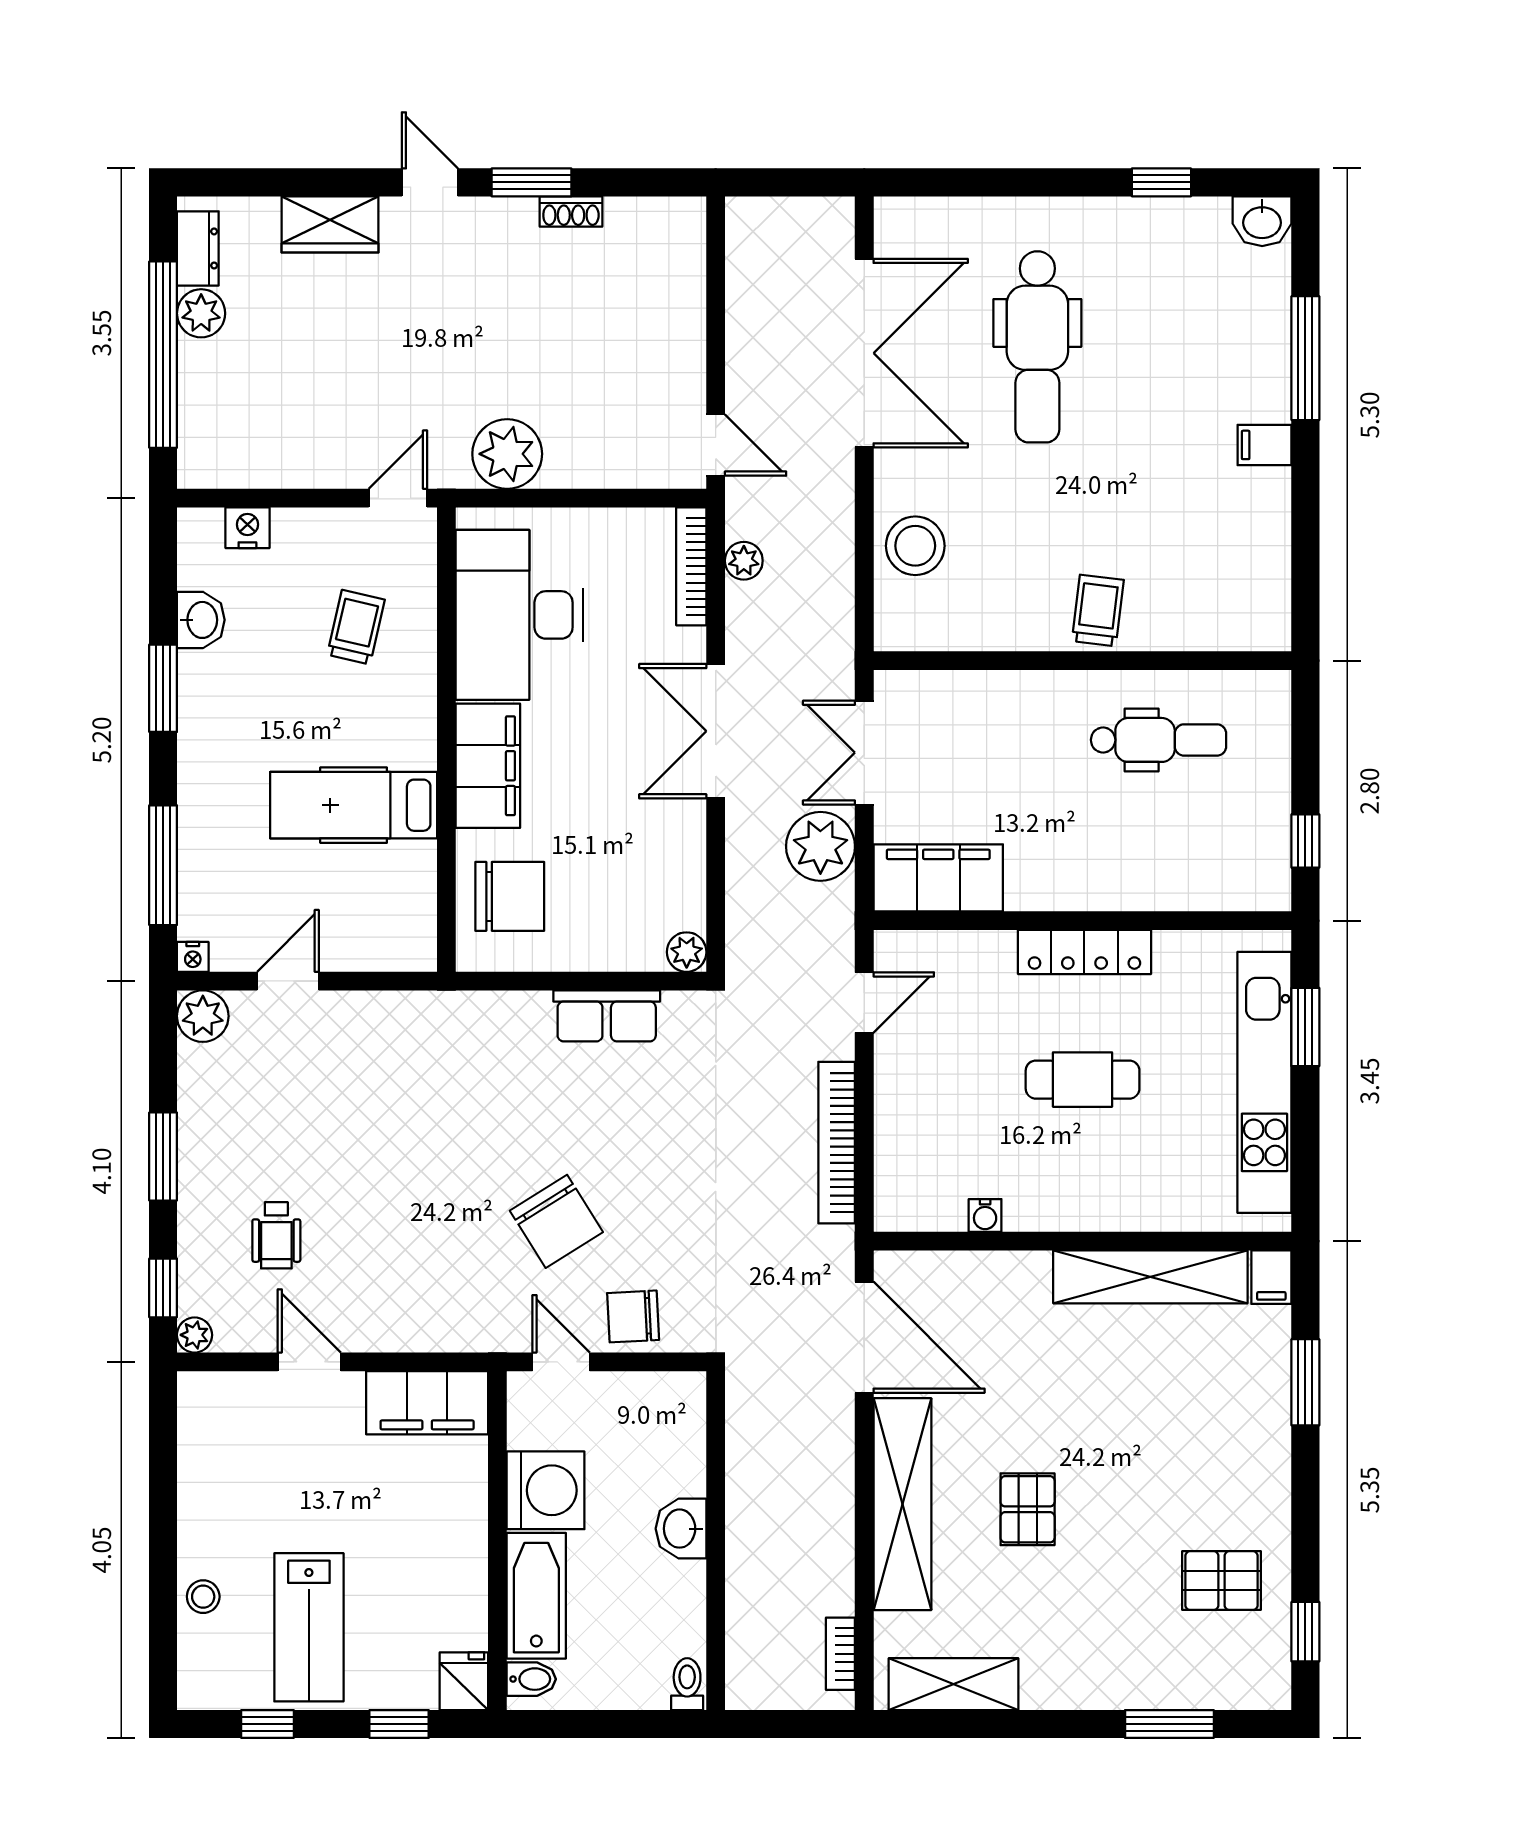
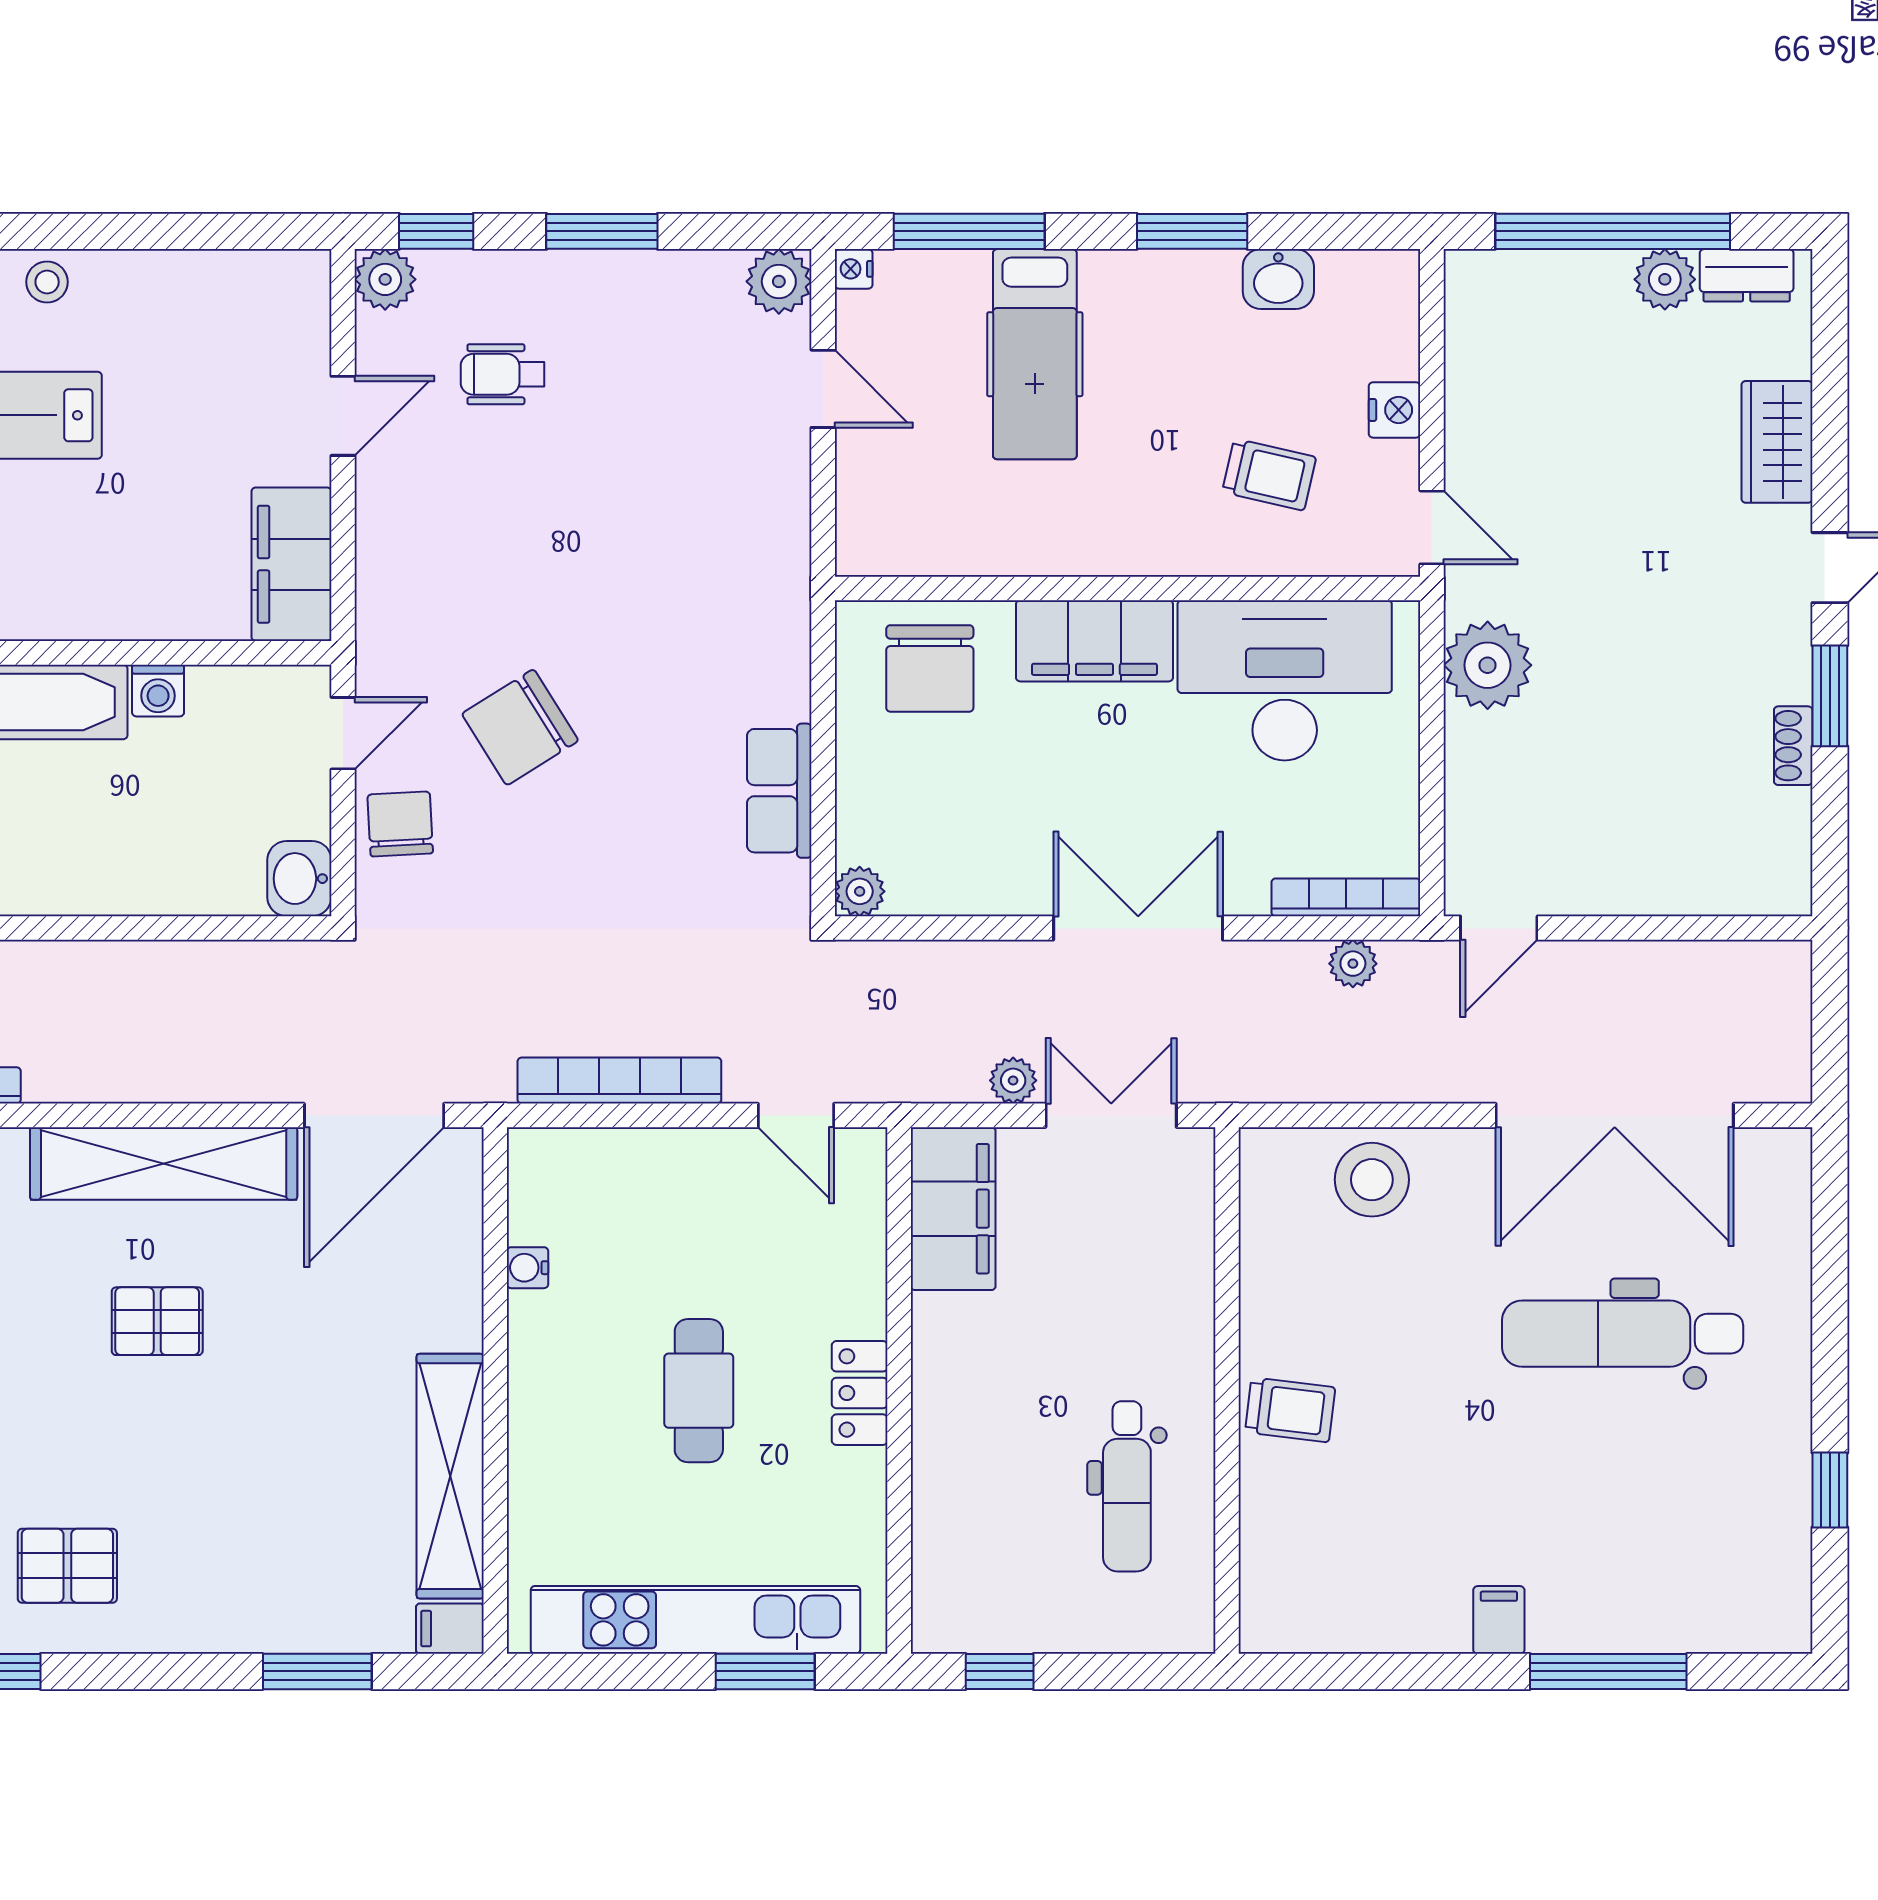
washbasin: (1262, 221) -> (1781, 1617), removed
nightstand: (247, 528) -> (1395, 410), moved
hospital bed: (354, 805) -> (1035, 354), moved, turned 180
plant: (820, 846) -> (1013, 1080), width x0.53, depth x0.53
locker: (1084, 952) -> (860, 1393), width x0.66
plant: (195, 1335) -> (385, 279), width x1.38, depth x1.38
washing machine: (546, 1490) -> (158, 691), width x0.53, depth x0.53
washbasin: (681, 1529) -> (299, 879), moved, turned -90
pallet: (1221, 1581) -> (67, 1566), turned 90

